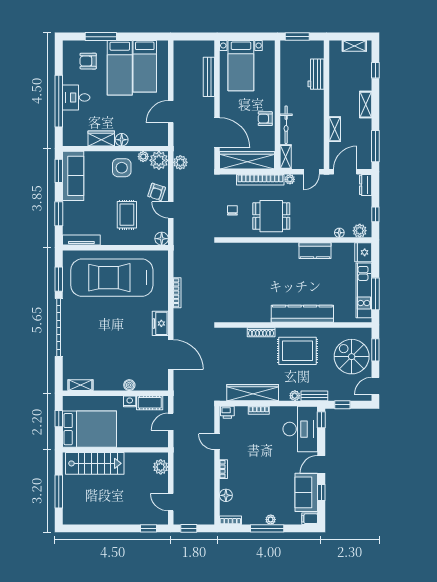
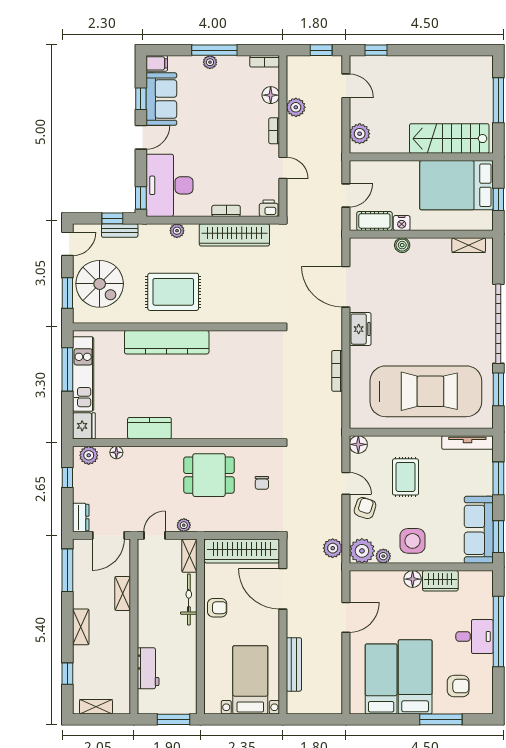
bookcase: (260, 180) -> (224, 525), removed
shoe rack: (261, 332) -> (223, 317), removed
bench: (314, 396) -> (120, 230), moved
plant: (207, 486) -> (296, 107), added

